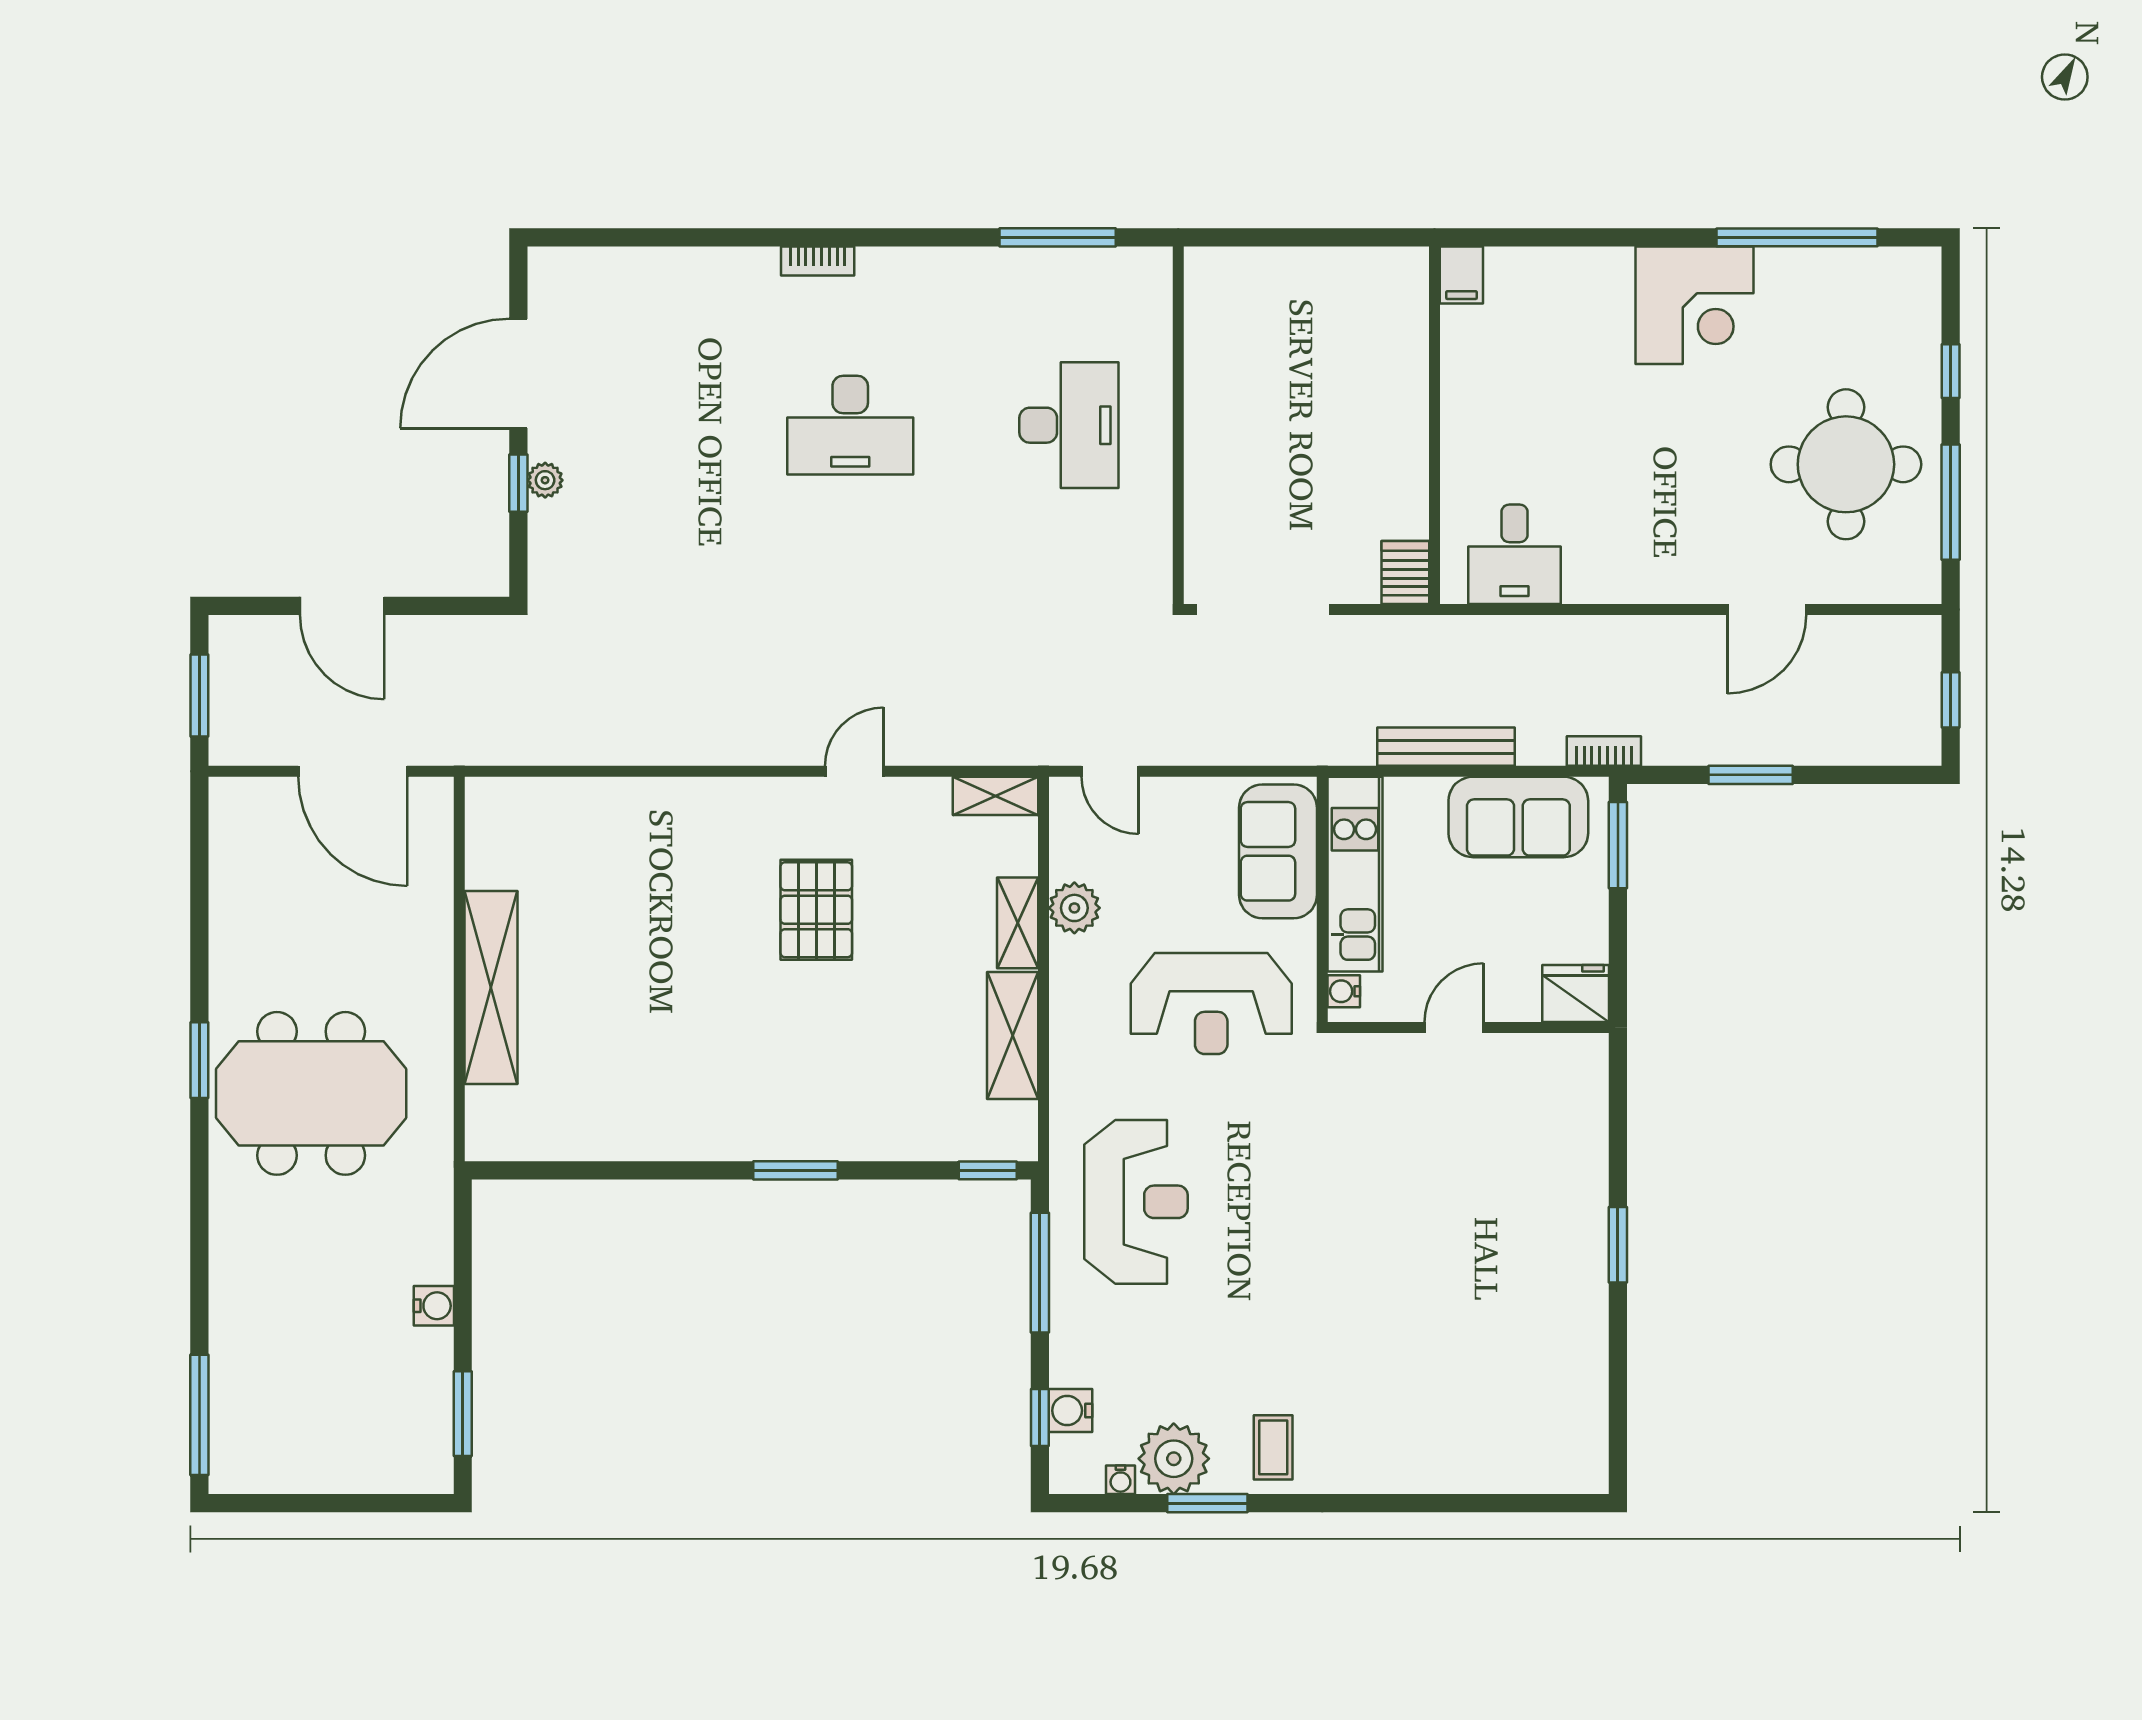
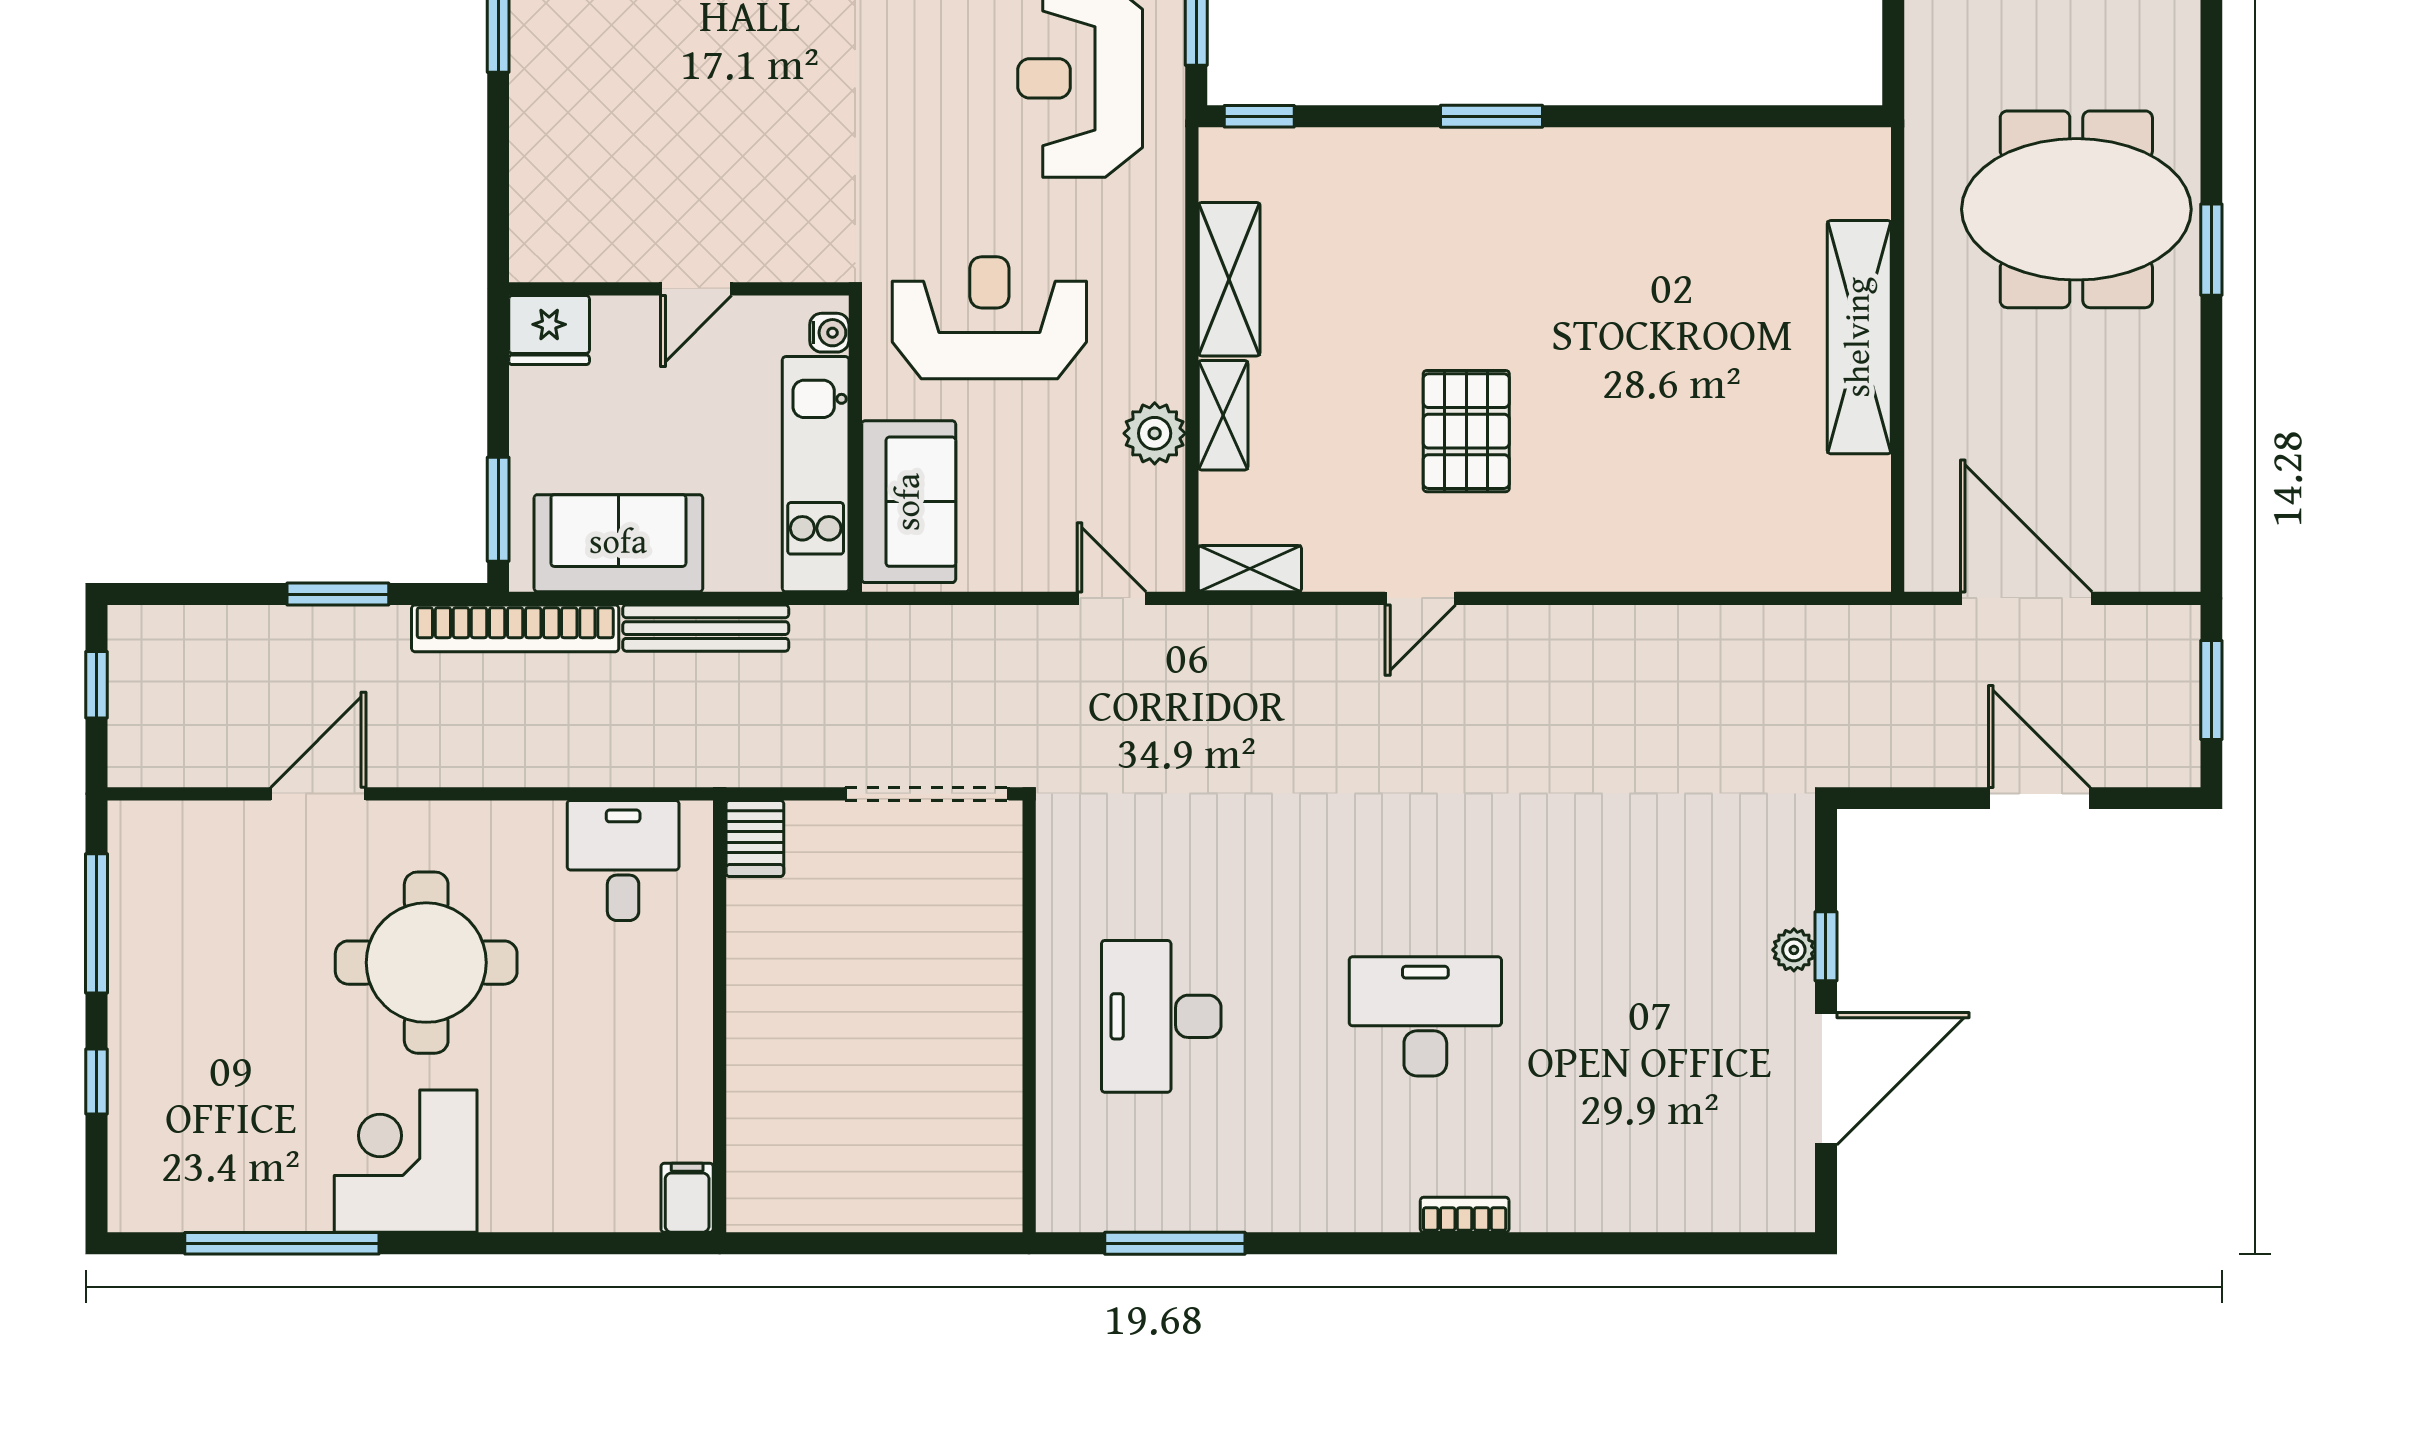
round table: (1846, 464) -> (426, 963), moved
bookcase: (1604, 751) -> (515, 628), width x2.31, depth x1.31

